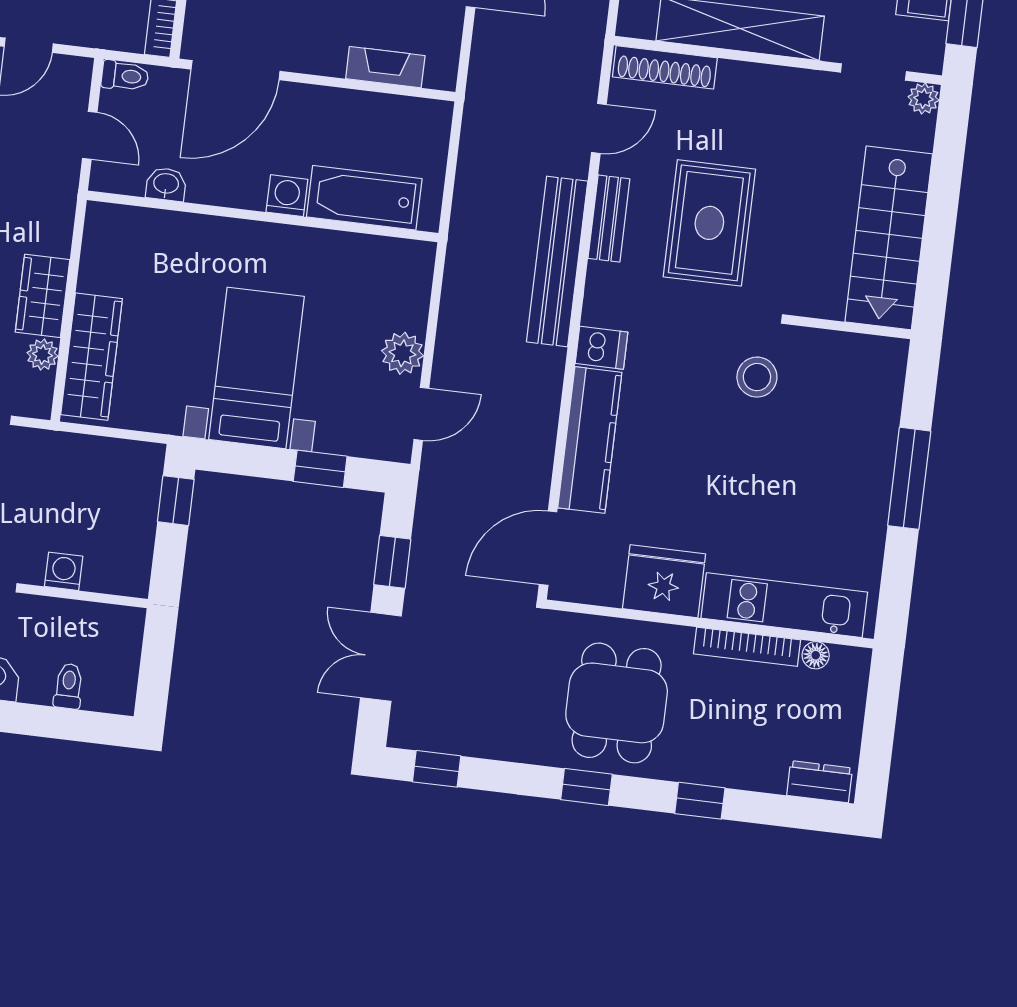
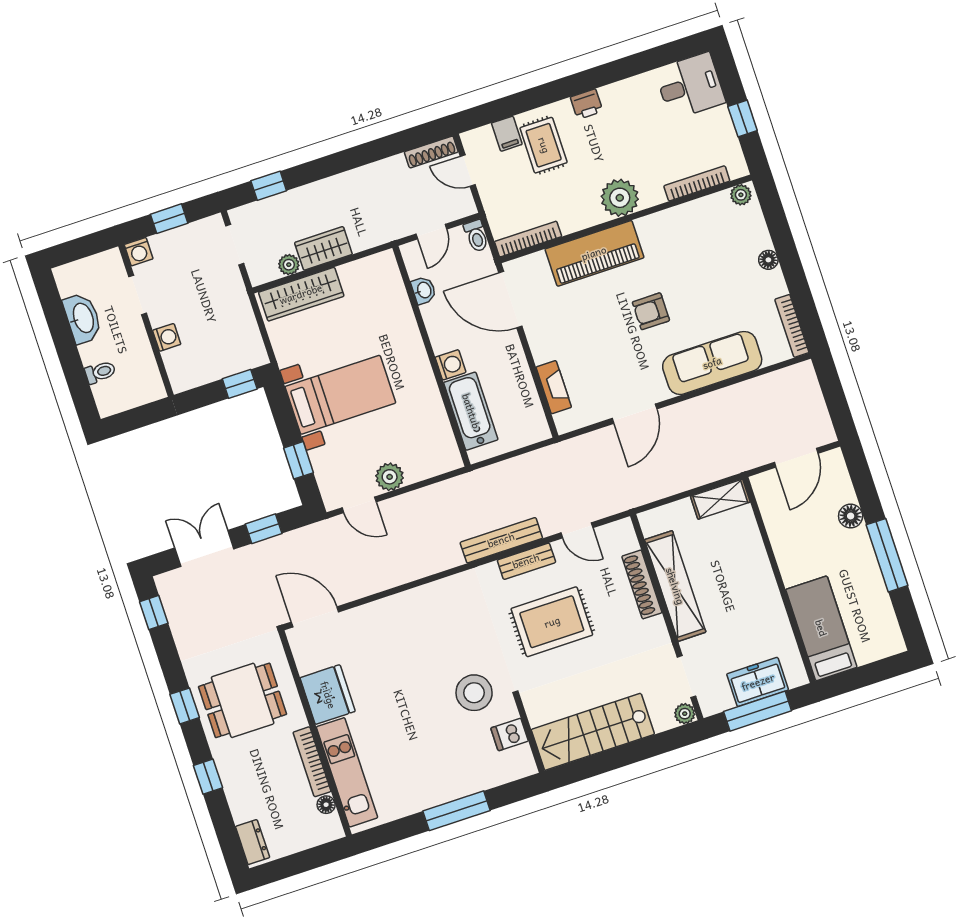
shoe rack: (665, 67) -> (642, 584), moved
bench: (557, 261) -> (501, 540), width x0.73, depth x0.82
dishwasher: (601, 348) -> (510, 734), moved, turned 90
stool: (757, 377) -> (474, 693), width x1.38, depth x1.38
kitchen counter: (590, 440) -> (390, 612), removed

